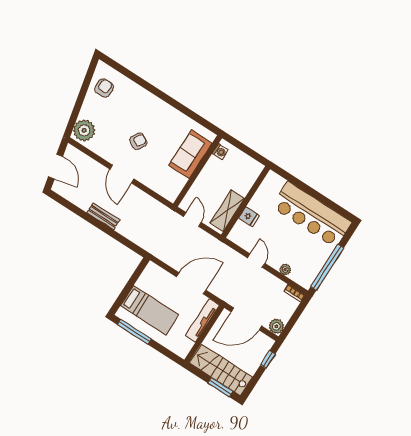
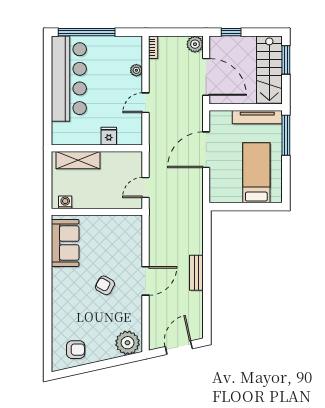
armchair: (104, 88) -> (76, 350), turned 180
sofa: (190, 154) -> (65, 243), moved, turned -90
shelving: (227, 211) -> (78, 160), moved
window: (327, 267) -> (87, 32), moved
door: (191, 283) -> (206, 150), hinge flipped
tv unit: (202, 320) -> (257, 117), moved
window: (134, 332) -> (286, 135), moved

